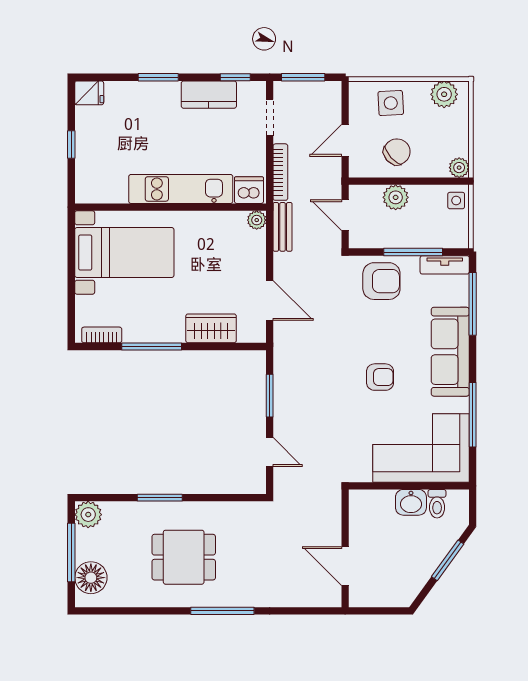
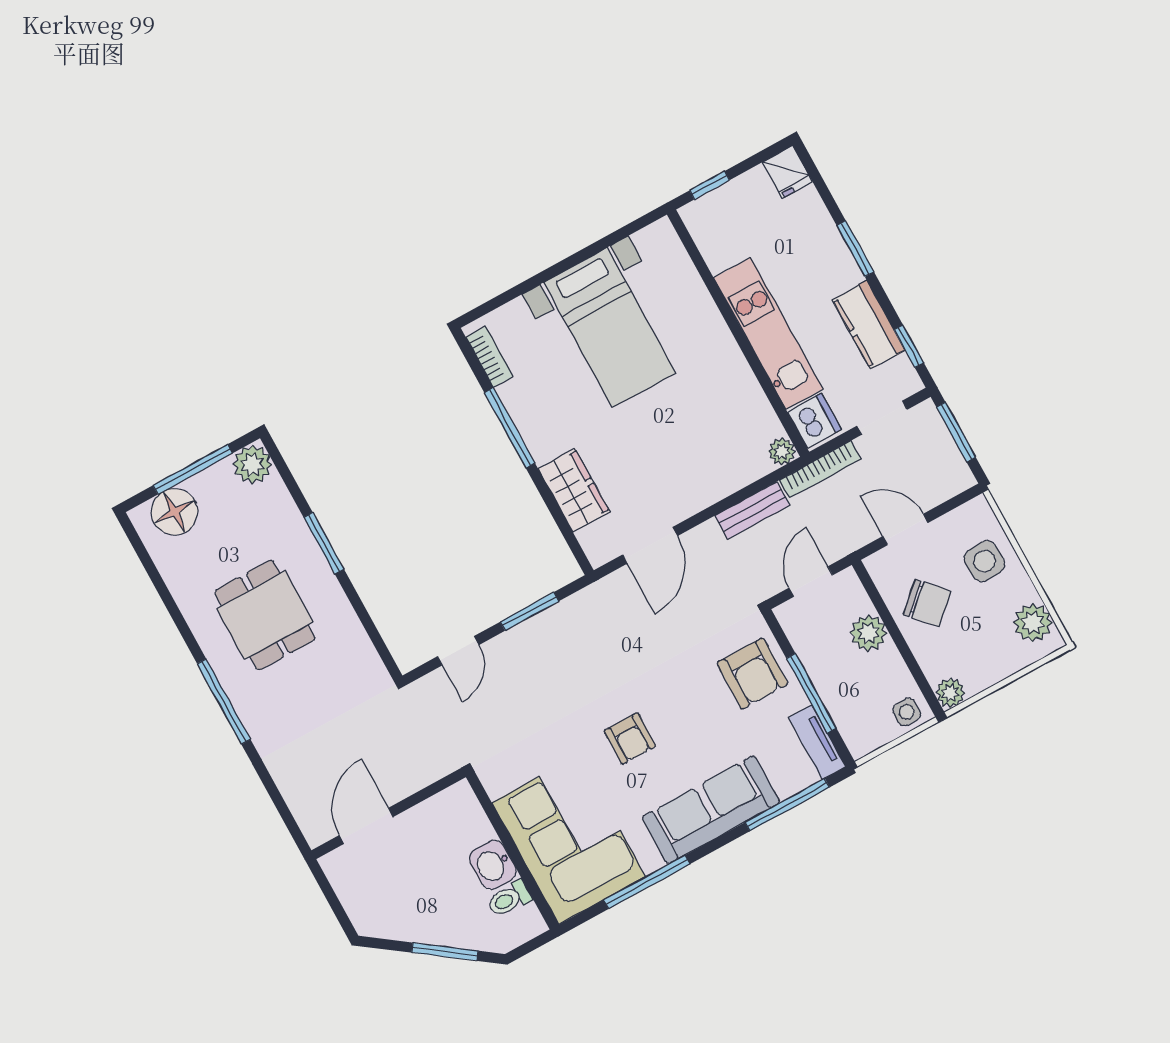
kitchen unit: (181, 189) -> (768, 334), moved
dishwasher: (249, 190) -> (814, 421), moved
wall: (170, 207) -> (738, 333), moved
plant: (257, 220) -> (782, 451), moved

